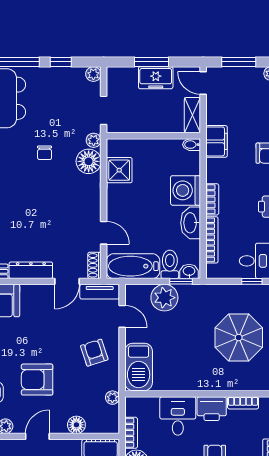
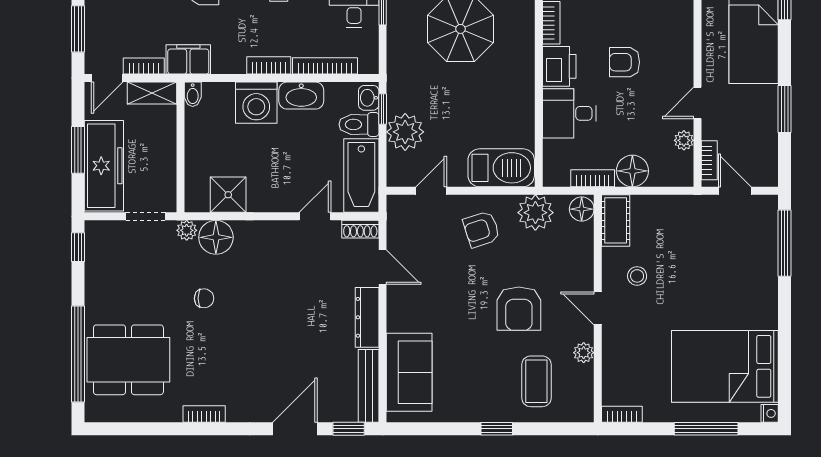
window: (61, 62) -> (78, 247), moved
plant: (93, 74) -> (95, 231), removed
freezer: (156, 78) -> (104, 166), width x1.91, depth x1.26
bookcase: (212, 109) -> (144, 66), added
tv unit: (100, 292) -> (397, 222), removed
plant: (112, 398) -> (535, 213), width x1.88, depth x1.88
floor lamp: (76, 425) -> (582, 209), moved

